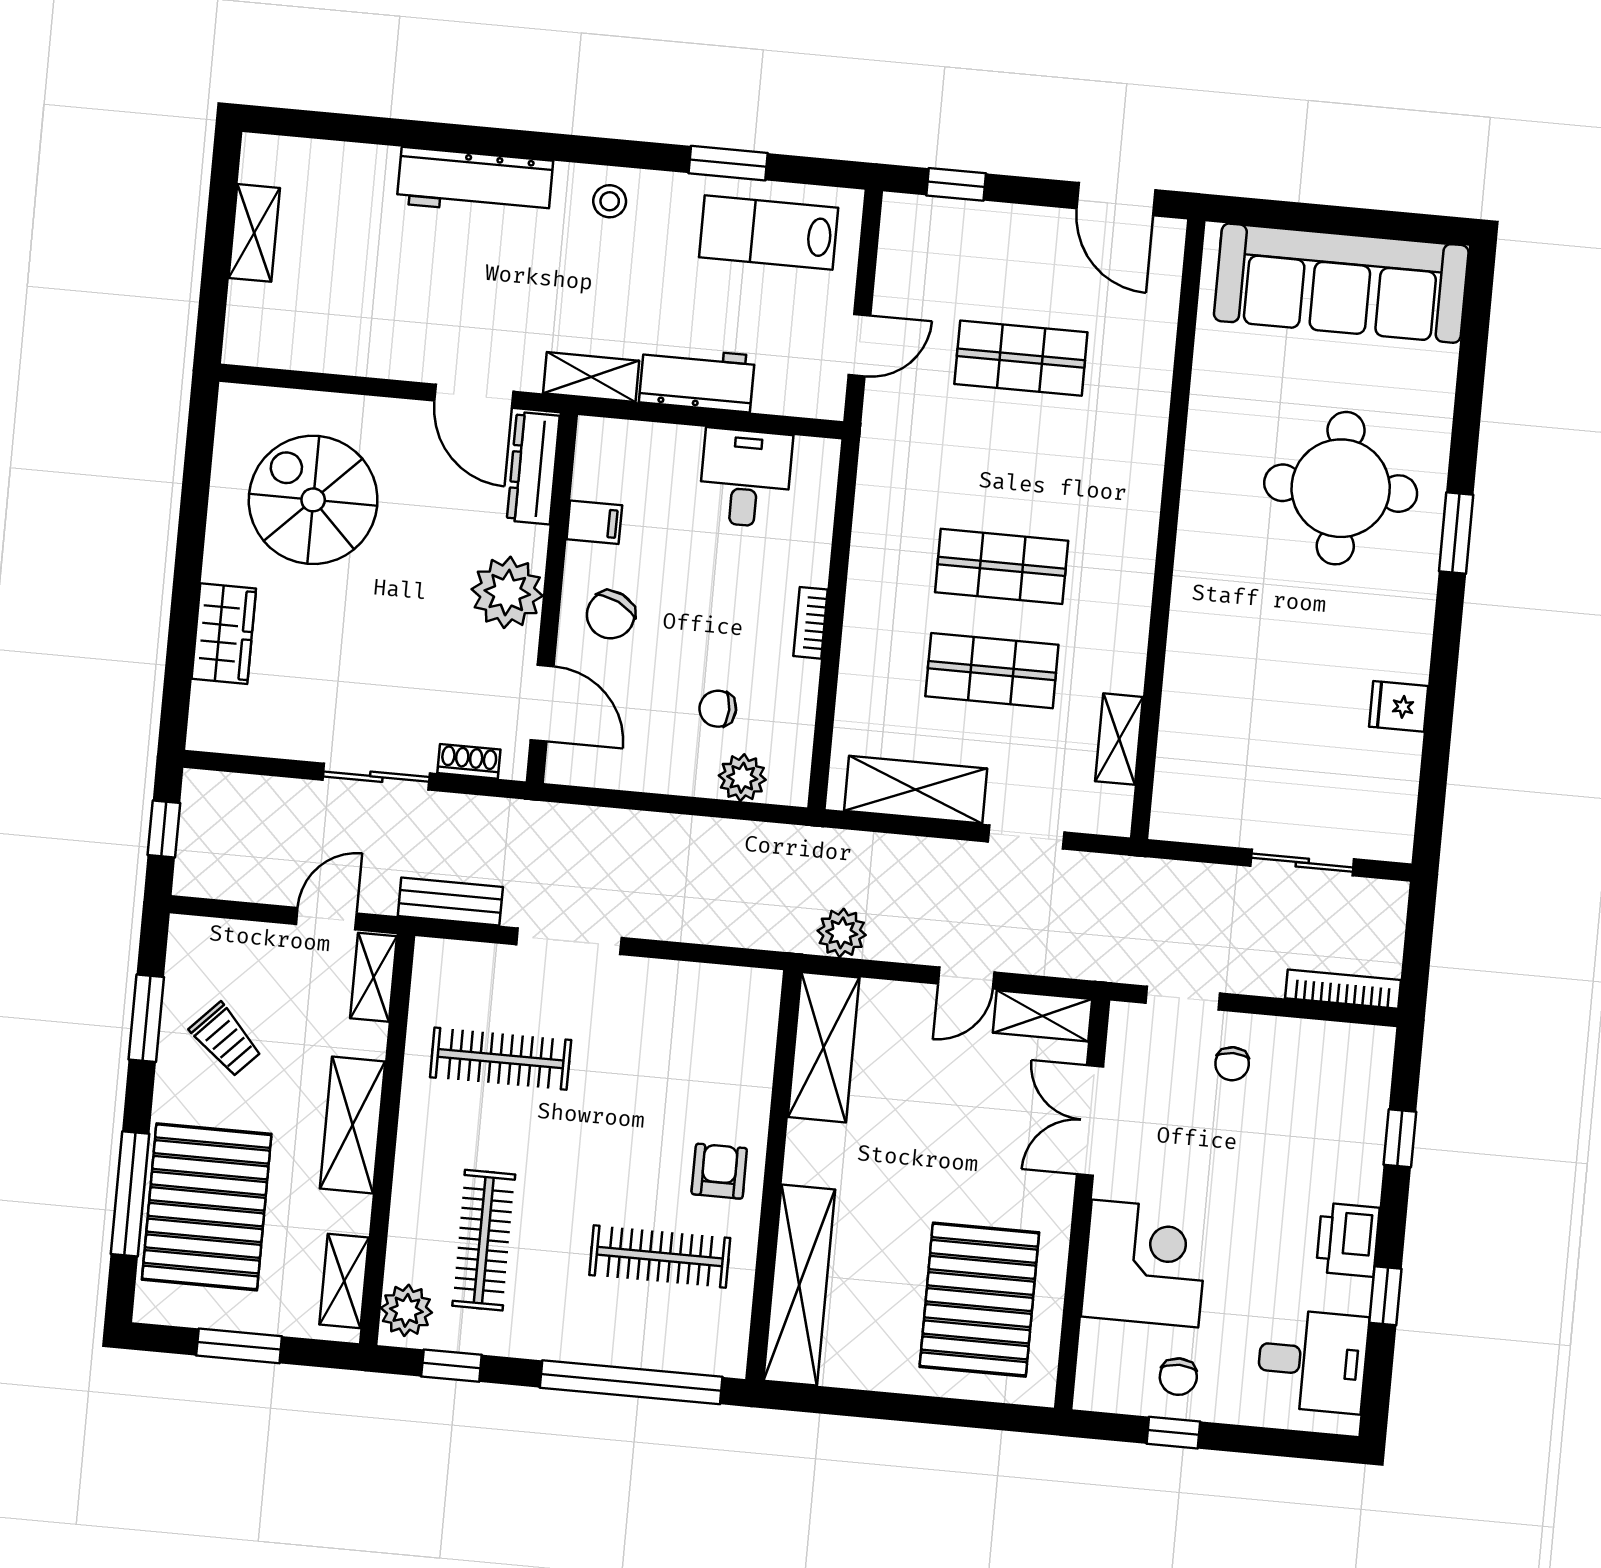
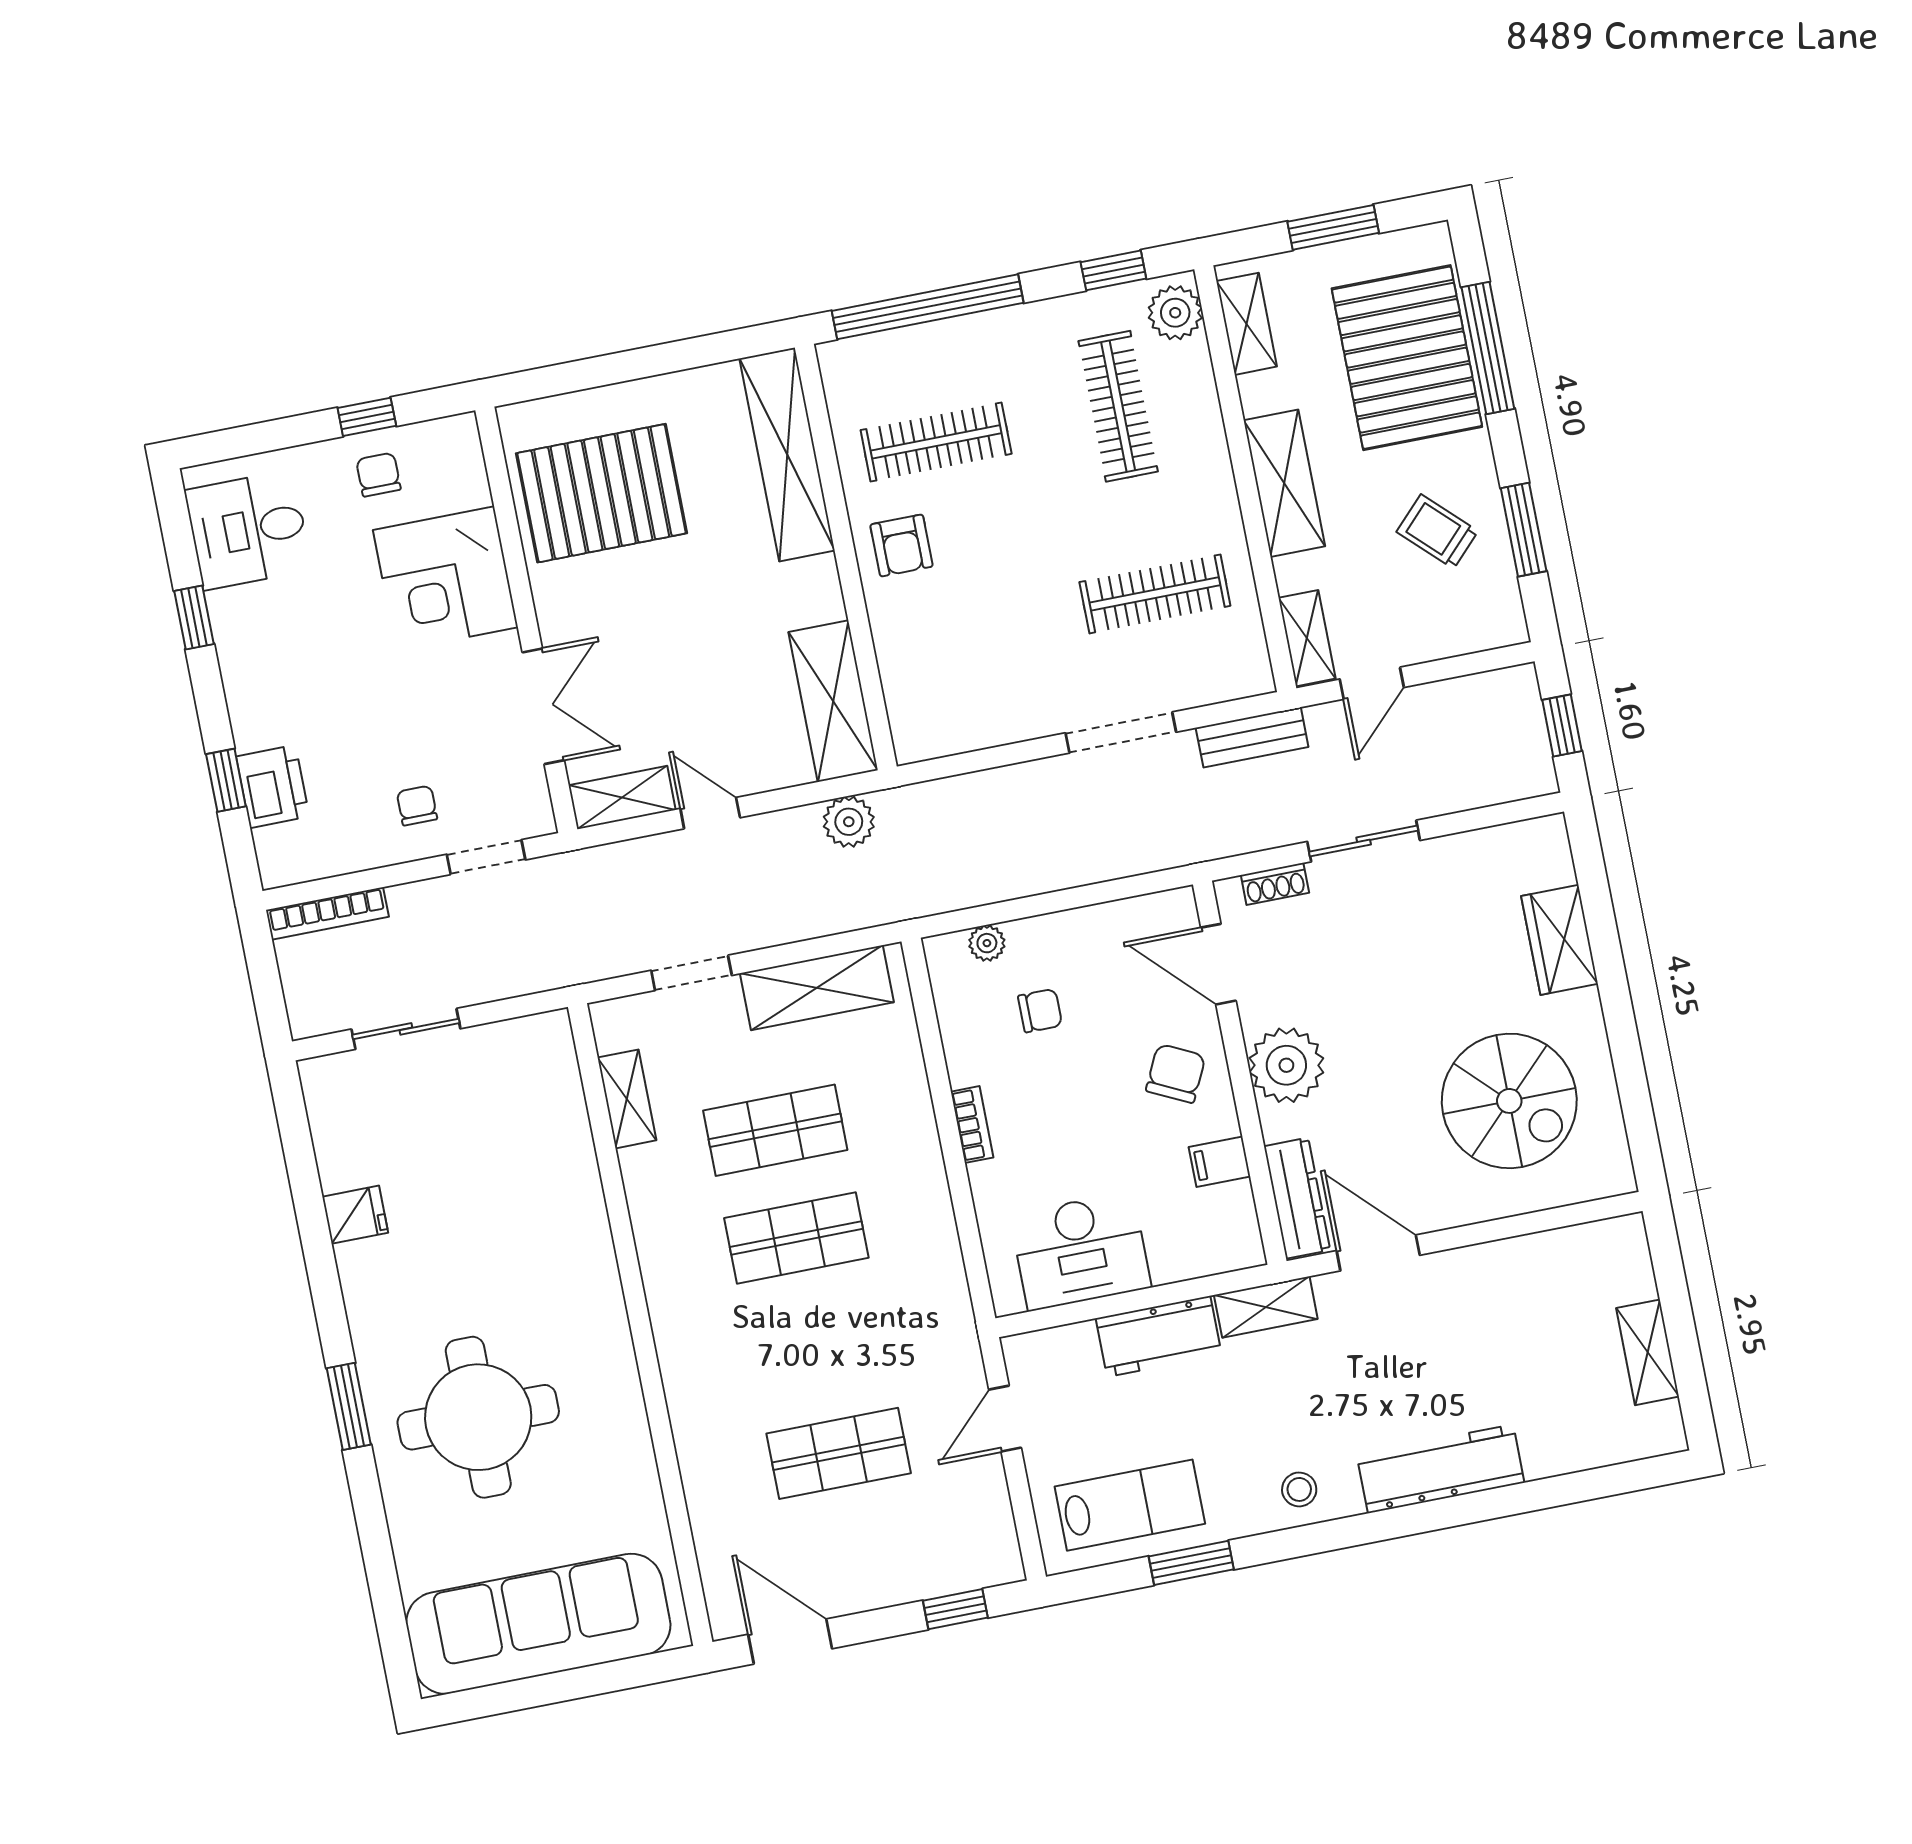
desk: (745, 478) -> (1081, 1251), width x1.37
plant: (742, 778) -> (987, 943), width x0.73, depth x0.73
door: (966, 978) -> (710, 813), hinge flipped
printer: (1348, 1240) -> (273, 786), moved
pallet: (979, 1300) -> (602, 493), turned 90

